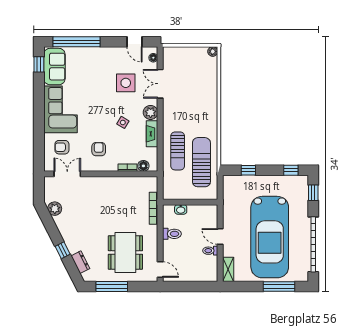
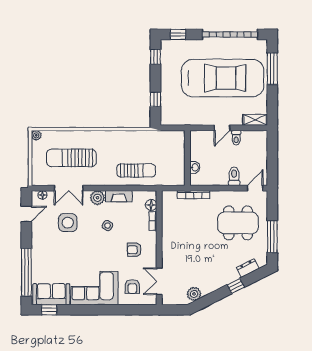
sun lounger: (201, 162) -> (71, 158), moved
toilet: (172, 234) -> (234, 176), moved

